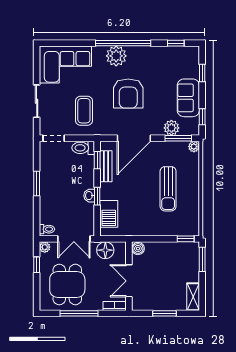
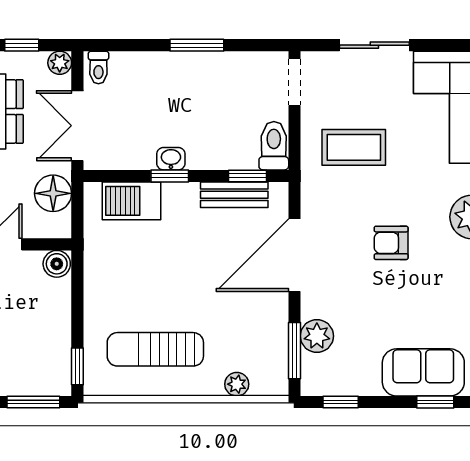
armchair: (128, 93) -> (391, 243), width x0.53, depth x0.53
sofa: (188, 98) -> (423, 372), moved
door: (134, 138) -> (294, 255), hinge flipped
plant: (194, 147) -> (237, 384), moved
sun lounger: (168, 189) -> (155, 349), moved

